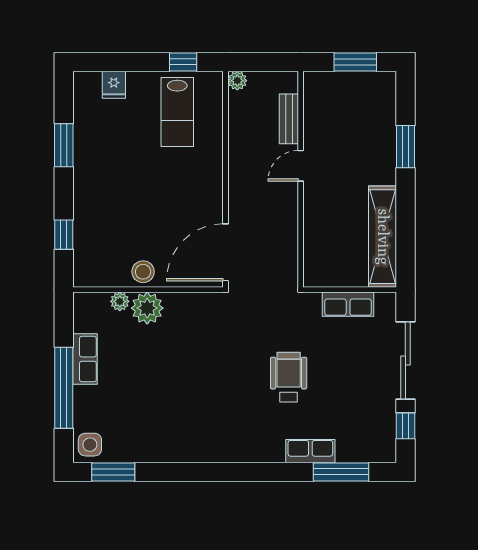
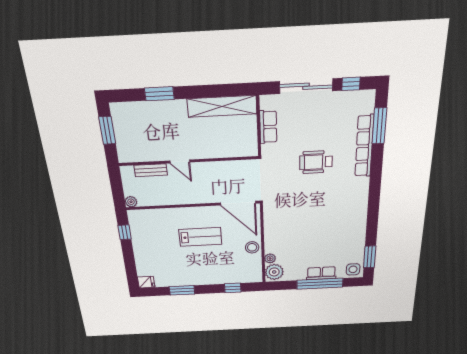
fridge: (114, 85) -> (146, 282), moved
lab bench: (177, 112) -> (200, 237), moved
plant: (147, 308) -> (274, 272), moved
row of seats: (85, 359) -> (321, 273), moved
row of seats: (310, 451) -> (364, 146), width x2.02

